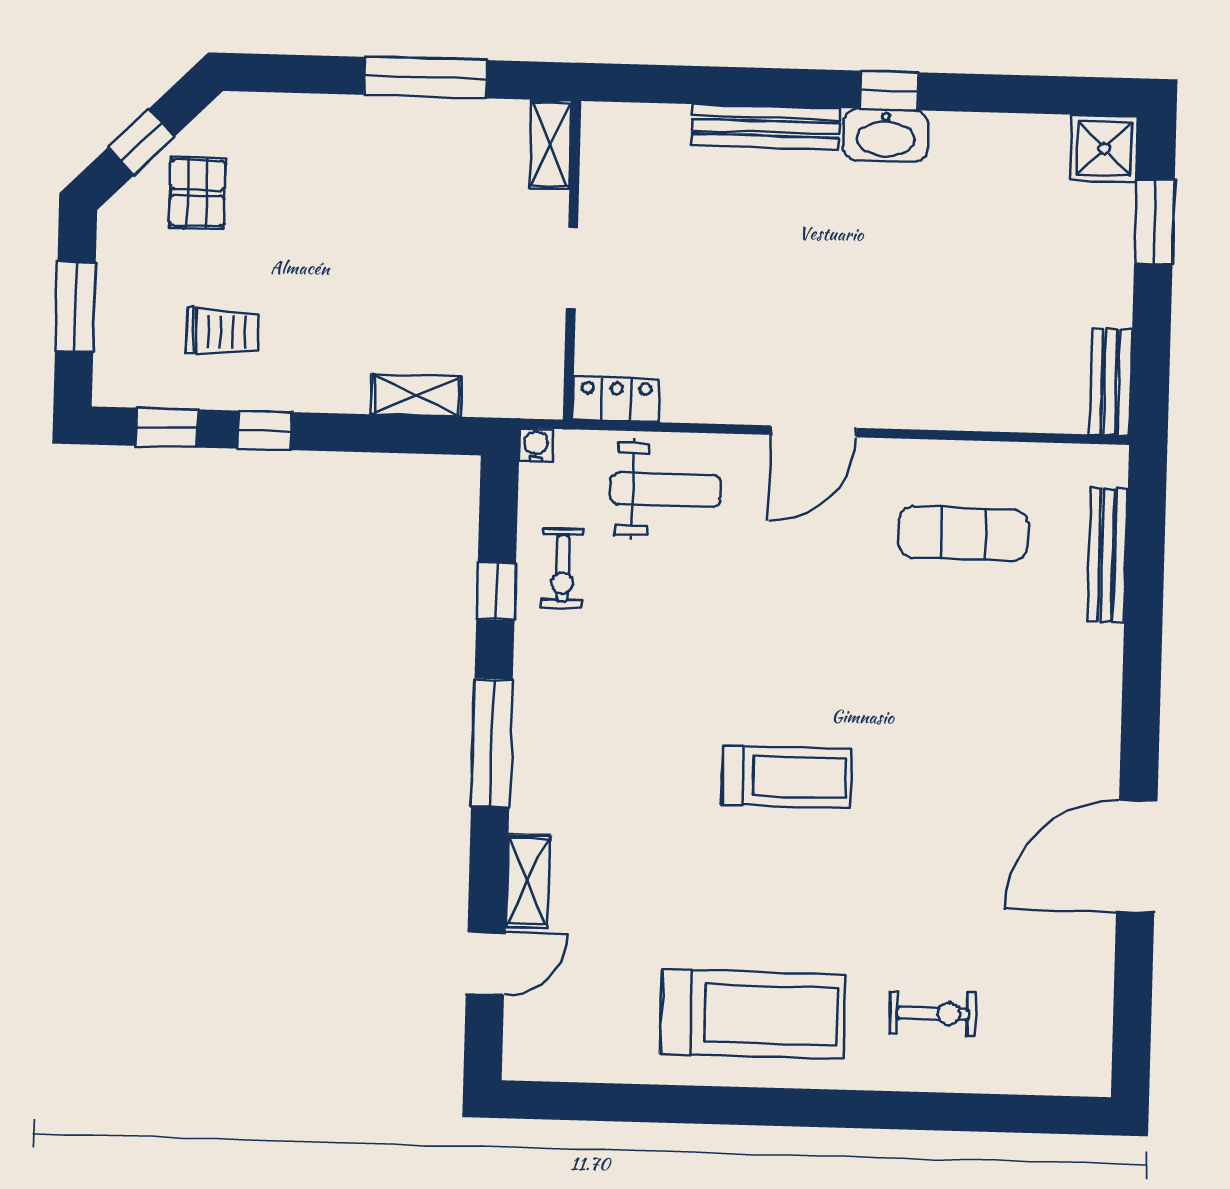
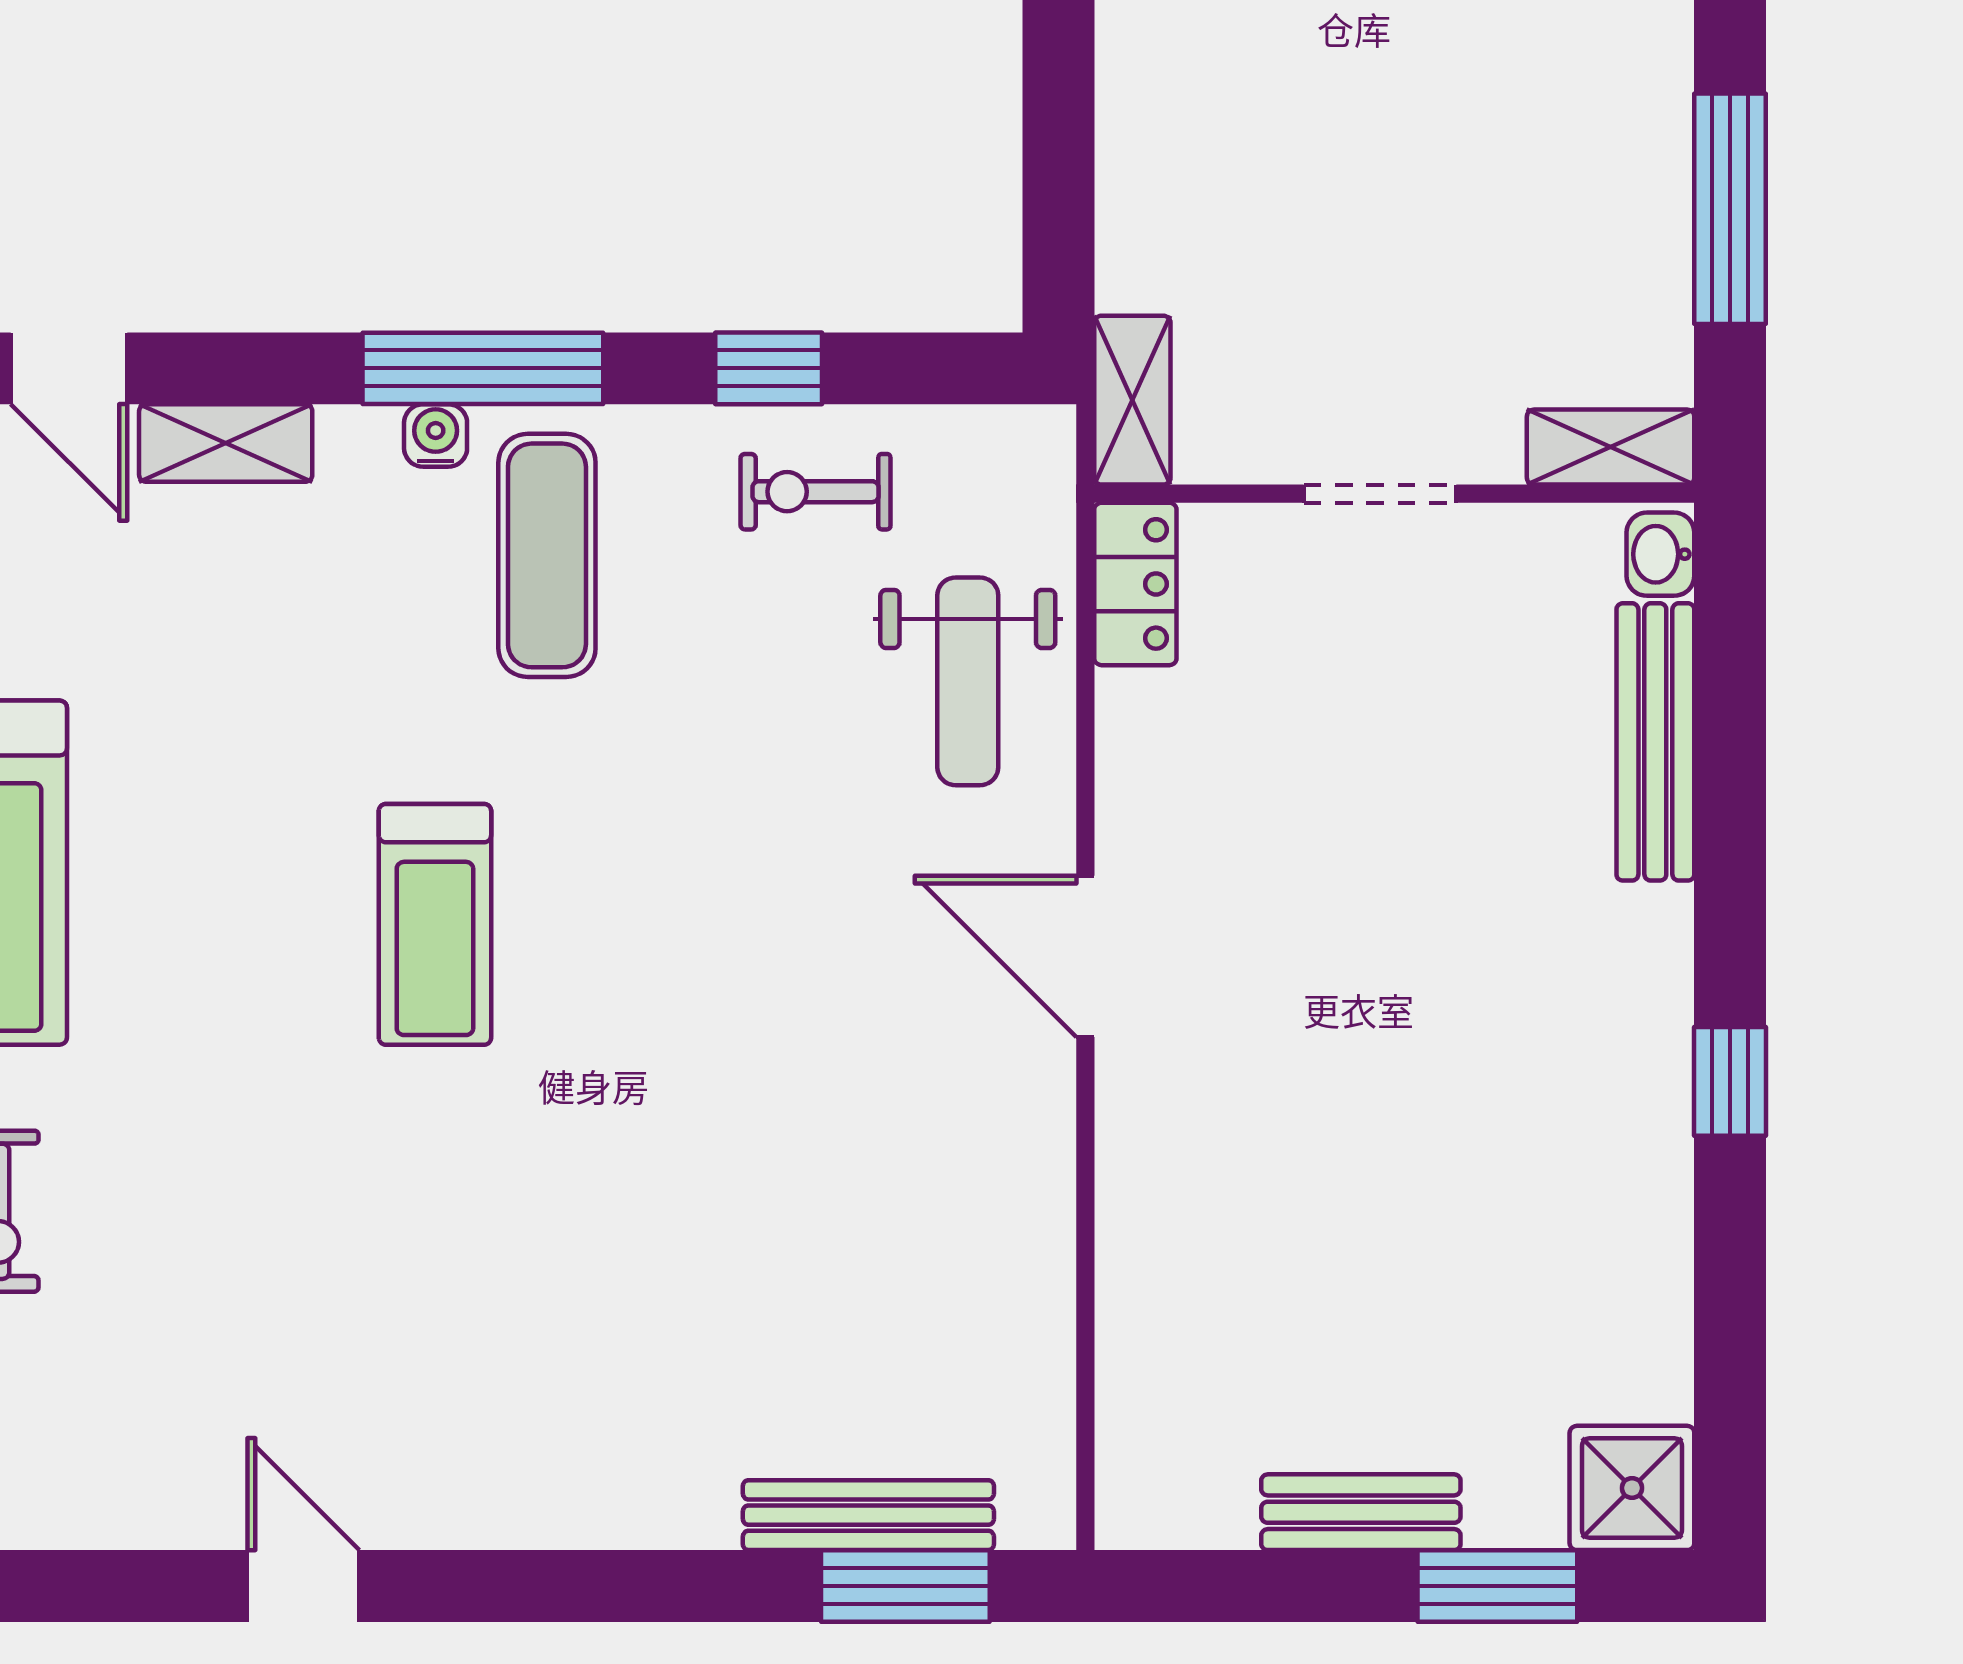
bench: (766, 127) -> (1655, 742), moved
washbasin: (886, 135) -> (1660, 554), moved, width x0.52, depth x0.69
bench: (1111, 382) -> (1361, 1512), moved
shelving: (416, 395) -> (1132, 400), moved
water cooler: (536, 445) -> (436, 436), moved, turned -90
exercise mat: (963, 534) -> (547, 555), moved
window: (1146, 536) -> (905, 1586), added
door: (1137, 857) -> (303, 1586), width x0.53

